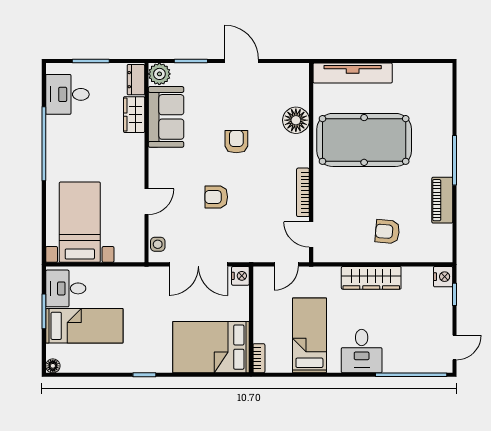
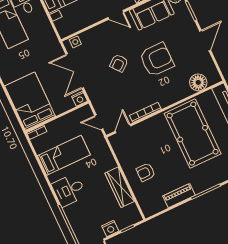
floor lamp: (296, 120) -> (198, 82), moved
armchair: (236, 142) -> (157, 60), width x1.88, depth x1.88
armchair: (216, 197) -> (119, 63), turned -129
door: (146, 202) -> (116, 15), moved
armchair: (387, 232) -> (146, 172), turned -95
nightstand: (443, 277) -> (110, 229), moved
wardrobe: (371, 278) -> (120, 187), moved

